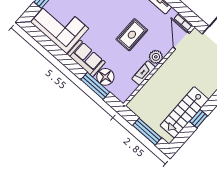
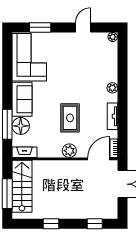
rug: (132, 35) -> (70, 118), turned 90
fireplace: (144, 73) -> (24, 152), moved
stairs: (184, 112) -> (22, 186), moved, turned 90

